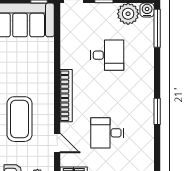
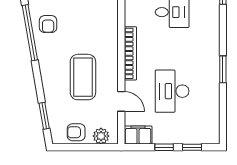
desk: (107, 133) -> (172, 91), width x1.37

